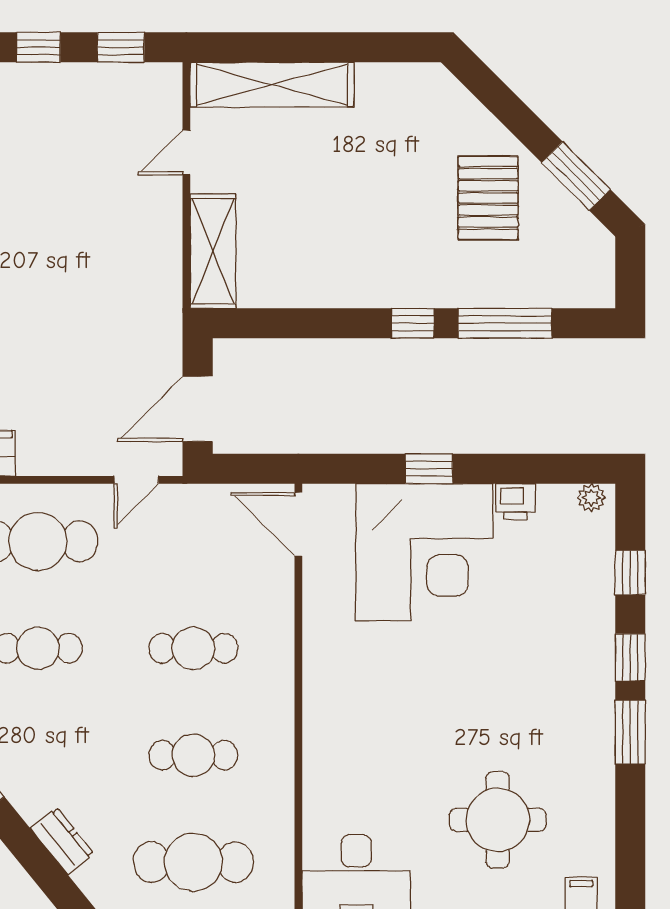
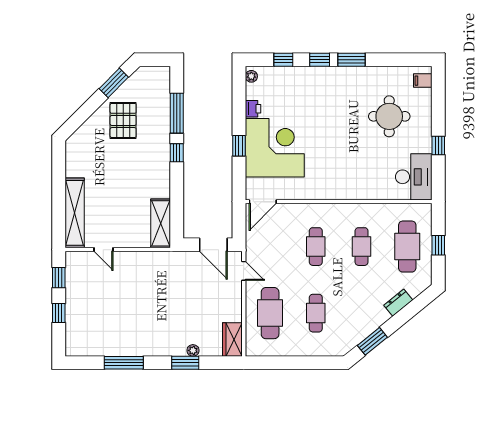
pallet: (488, 198) -> (123, 120), turned 90
shelving: (213, 251) -> (161, 223), moved, turned 90

